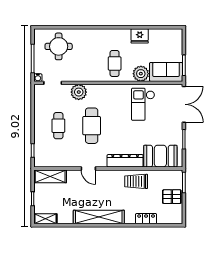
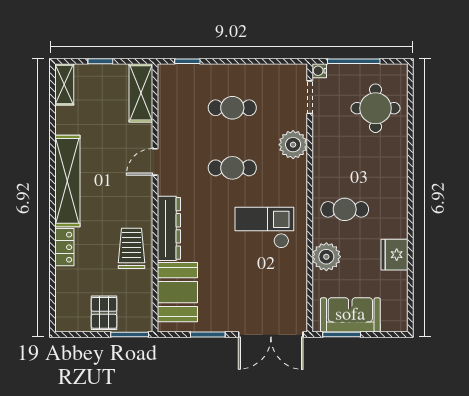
sofa: (166, 72) -> (350, 315), moved, turned -90
checkout: (143, 104) -> (264, 228), moved
cafe table: (92, 126) -> (232, 168), width x0.73, depth x0.74
locker: (146, 219) -> (64, 247), moved

